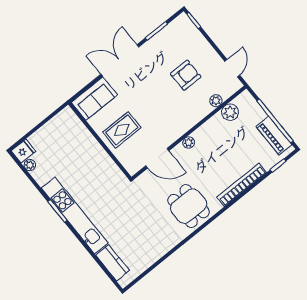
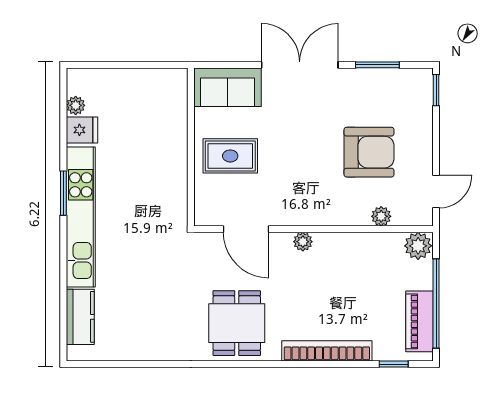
armchair: (186, 75) -> (369, 152), width x1.36, depth x1.36
plant: (230, 112) -> (418, 246), moved
fridge: (23, 151) -> (82, 130), moved

